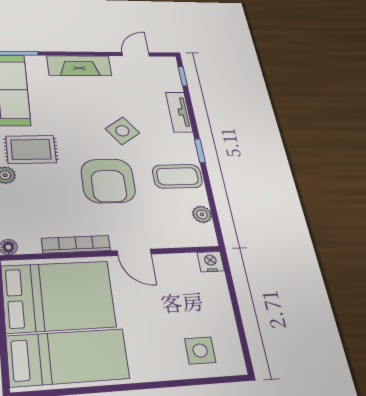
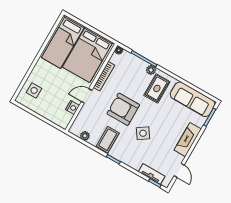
tv unit: (179, 112) -> (152, 174), moved
nightstand: (211, 262) -> (72, 107), moved

